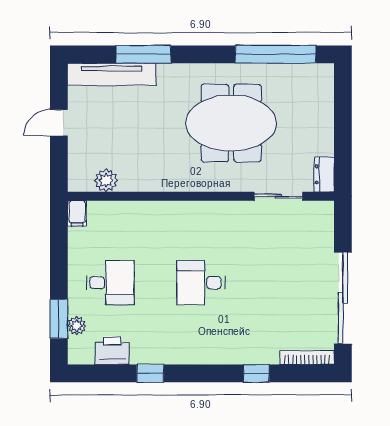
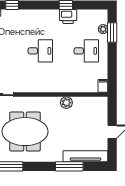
plant: (106, 180) -> (66, 103), moved
desk: (110, 283) -> (86, 51), turned 180
printer: (112, 351) -> (68, 16), moved

